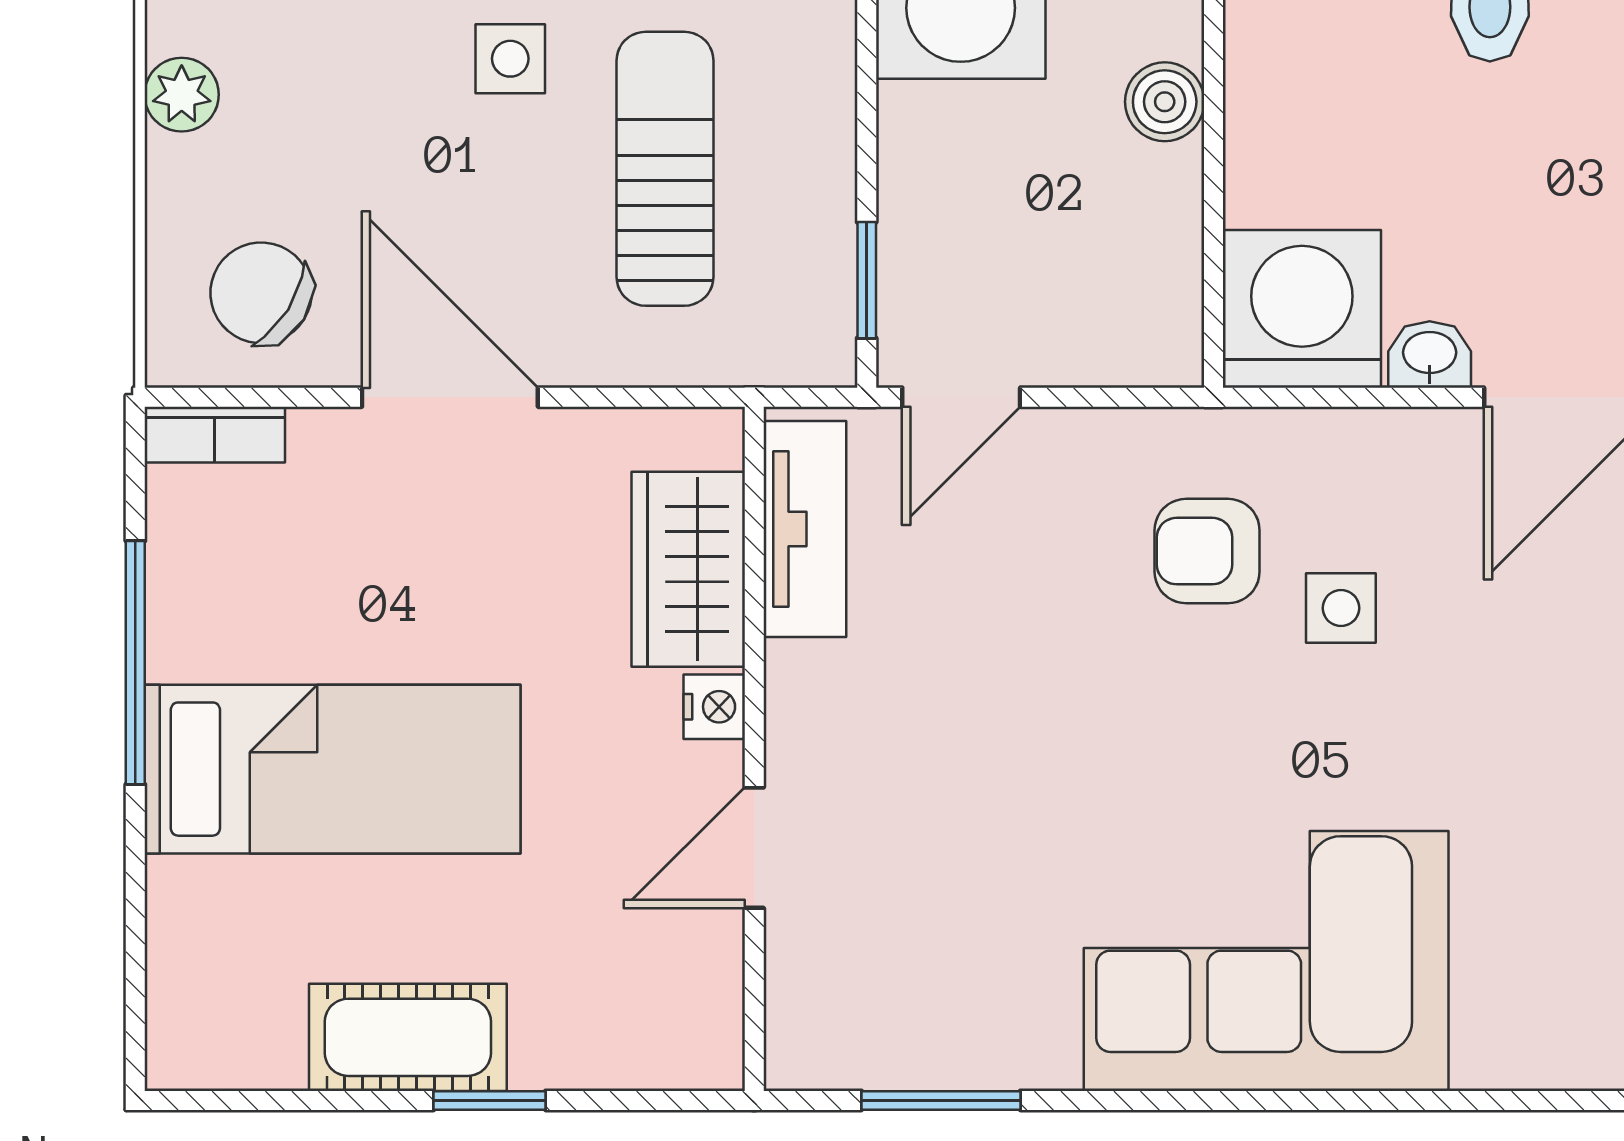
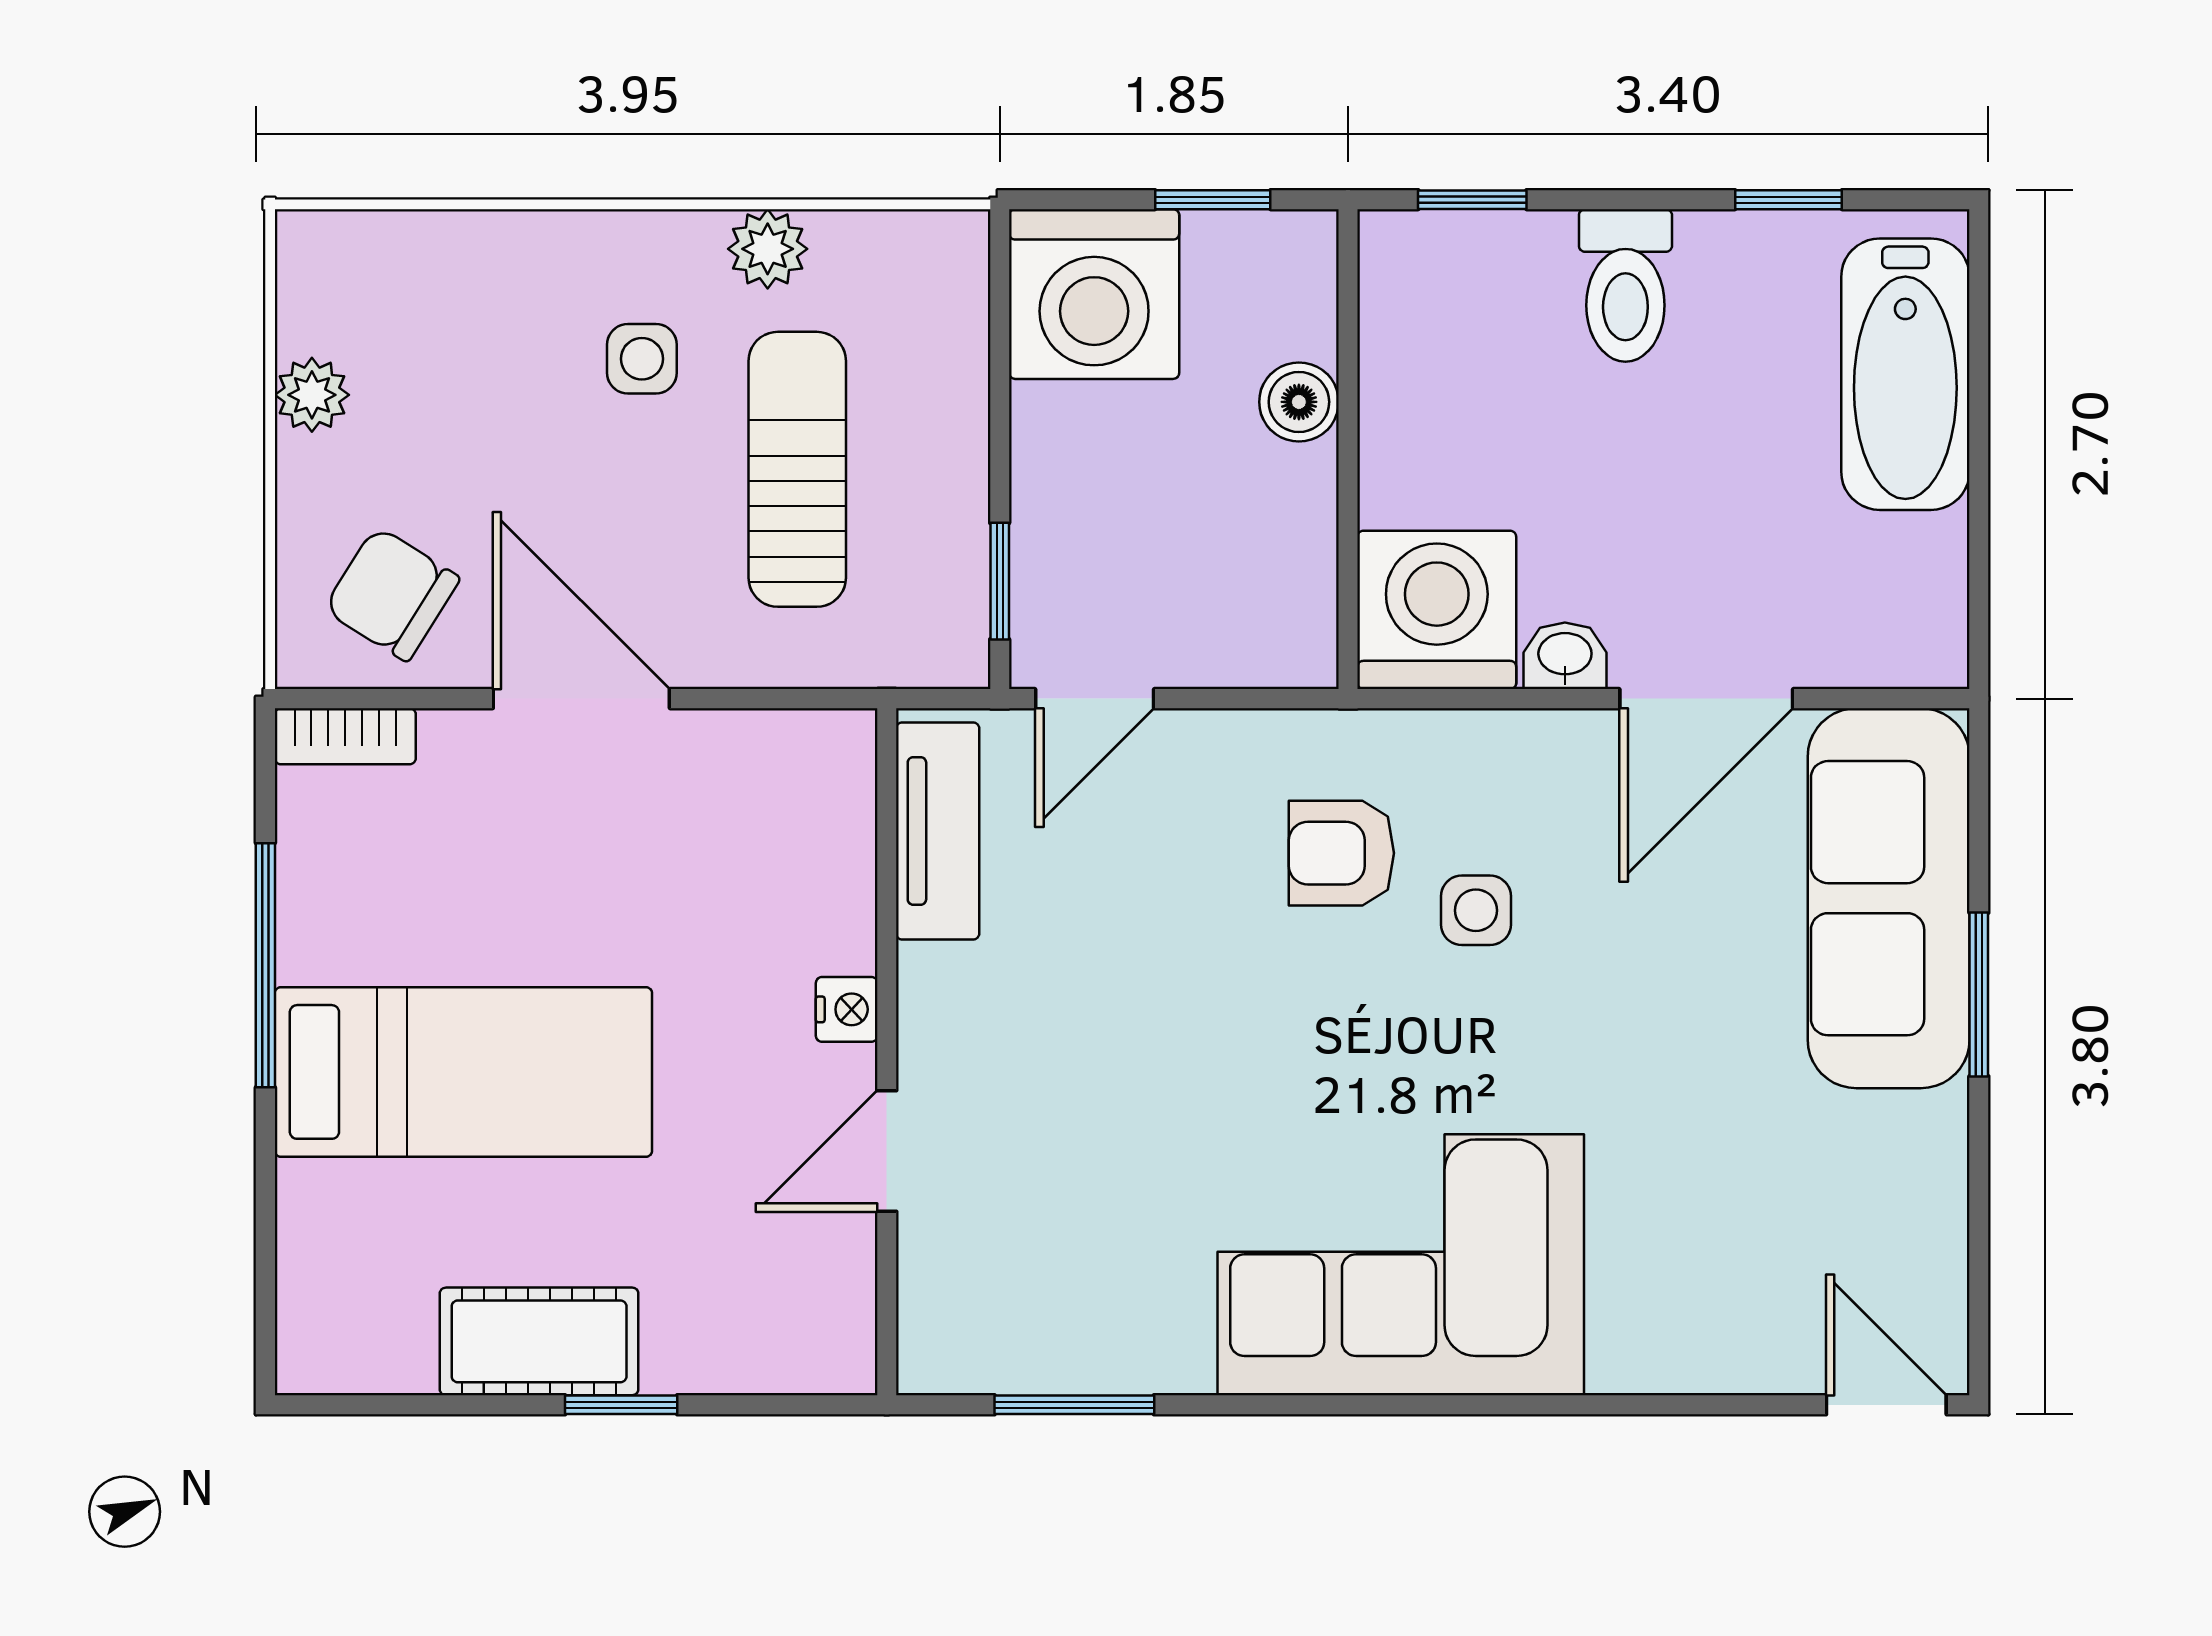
wardrobe: (688, 569) -> (820, 871), removed

